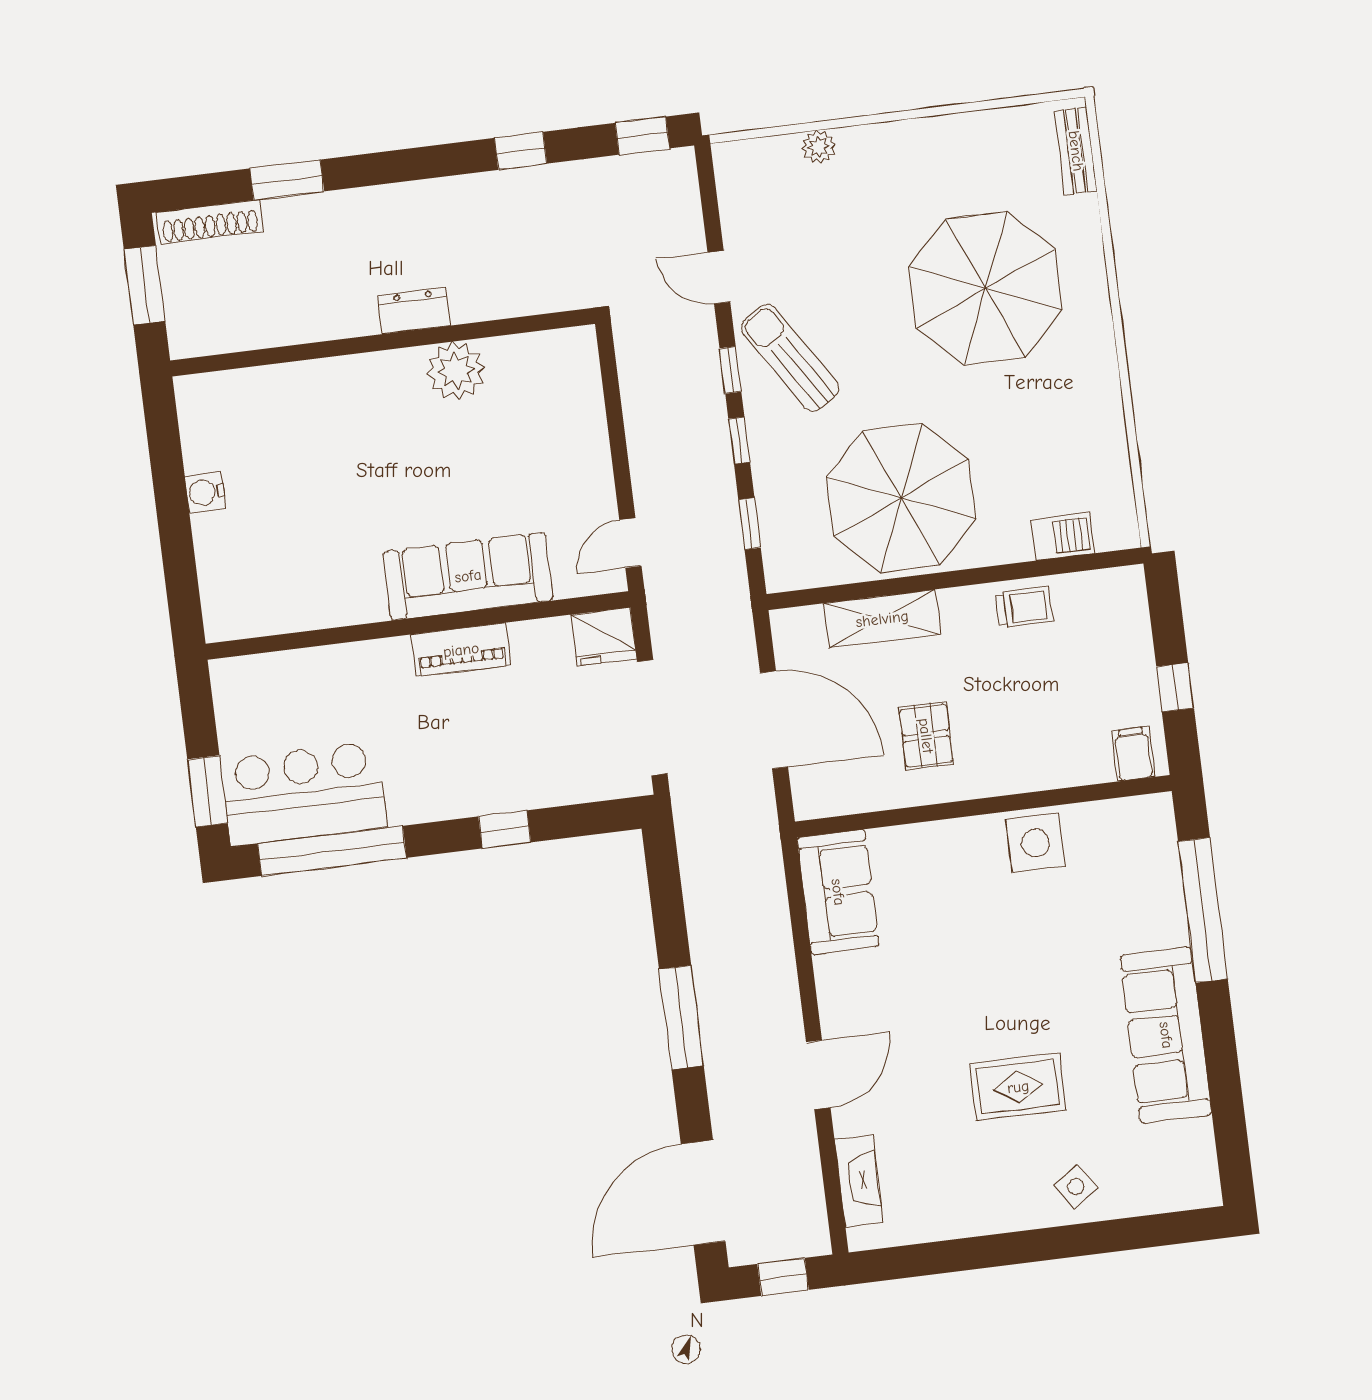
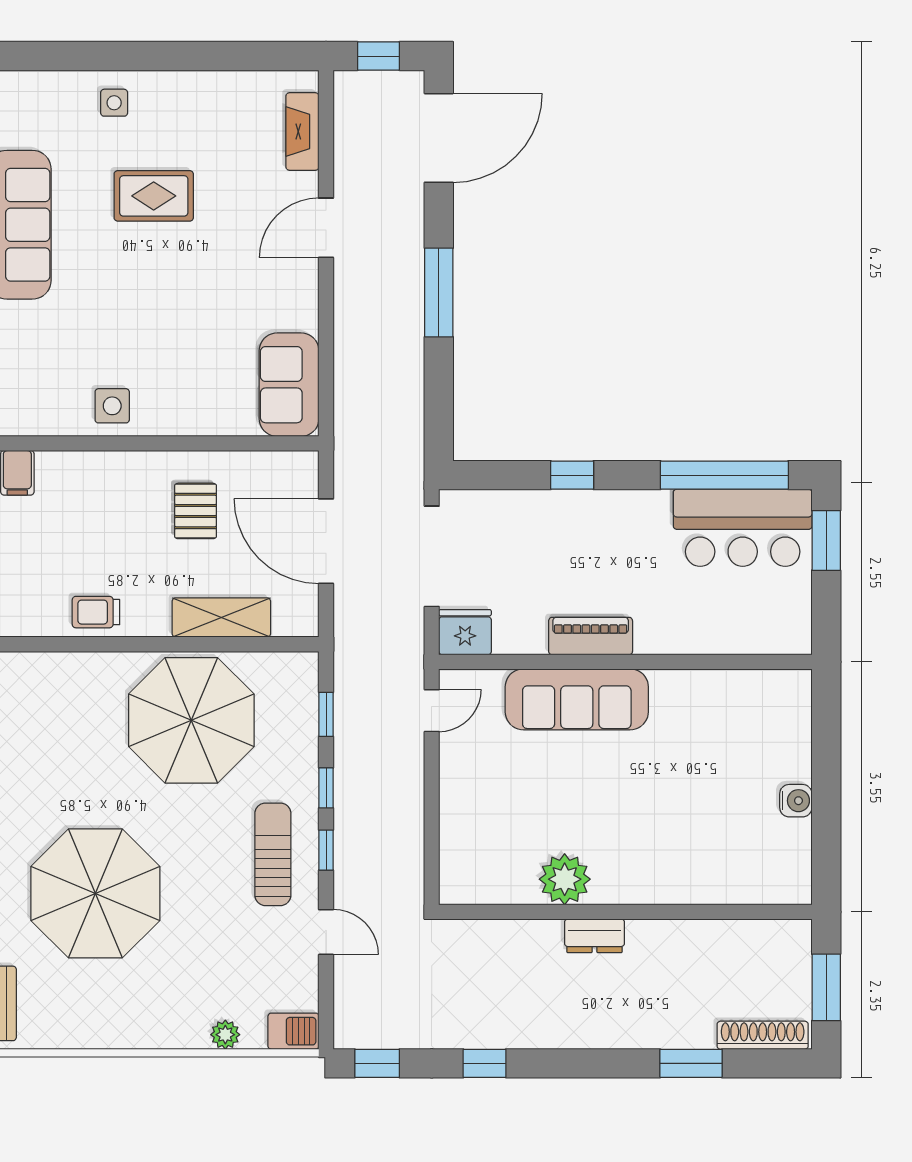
sun lounger: (790, 358) -> (273, 854), turned -147
barbecue: (1063, 536) -> (293, 1031), moved, turned 180
side table: (1035, 843) -> (112, 406), width x0.73, depth x0.73
side table: (1076, 1187) -> (114, 103), turned 34

